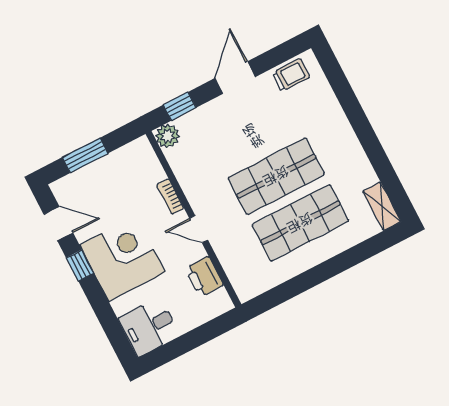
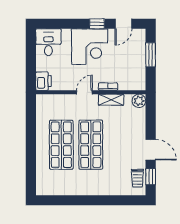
window: (180, 106) -> (151, 177), moved
shelving: (382, 206) -> (111, 100), moved
printer: (204, 277) -> (43, 81), moved, turned 90

